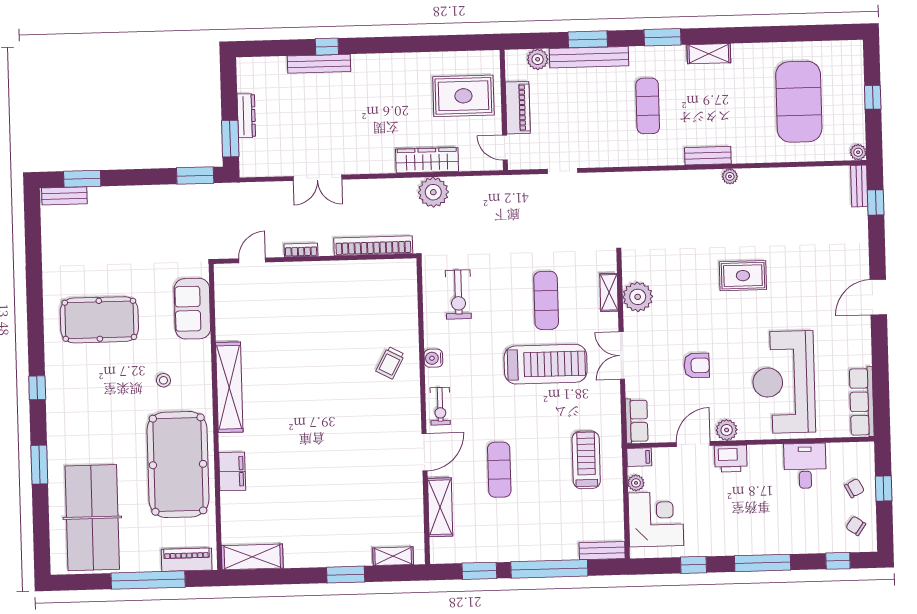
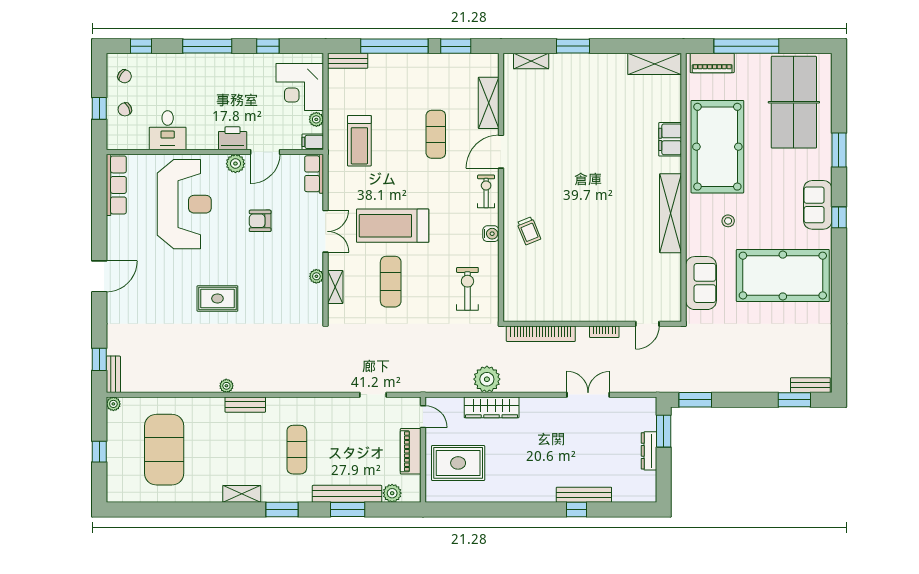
plant: (638, 297) -> (316, 276), width x0.53, depth x0.53
pool table: (99, 320) -> (783, 276), width x1.36, depth x1.32
trolley: (390, 363) -> (529, 231), turned 130
sofa: (62, 401) -> (818, 205), added

